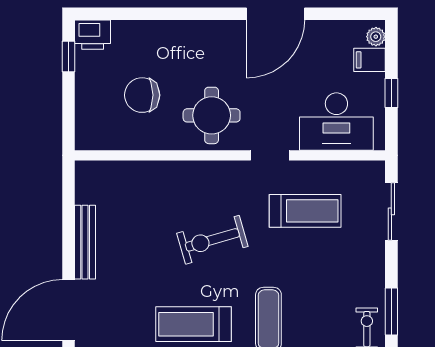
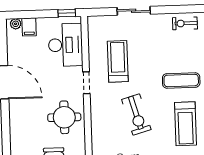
window: (391, 93) -> (67, 13), moved
sliding door: (391, 211) -> (134, 11), moved
window: (391, 312) -> (174, 9), removed

